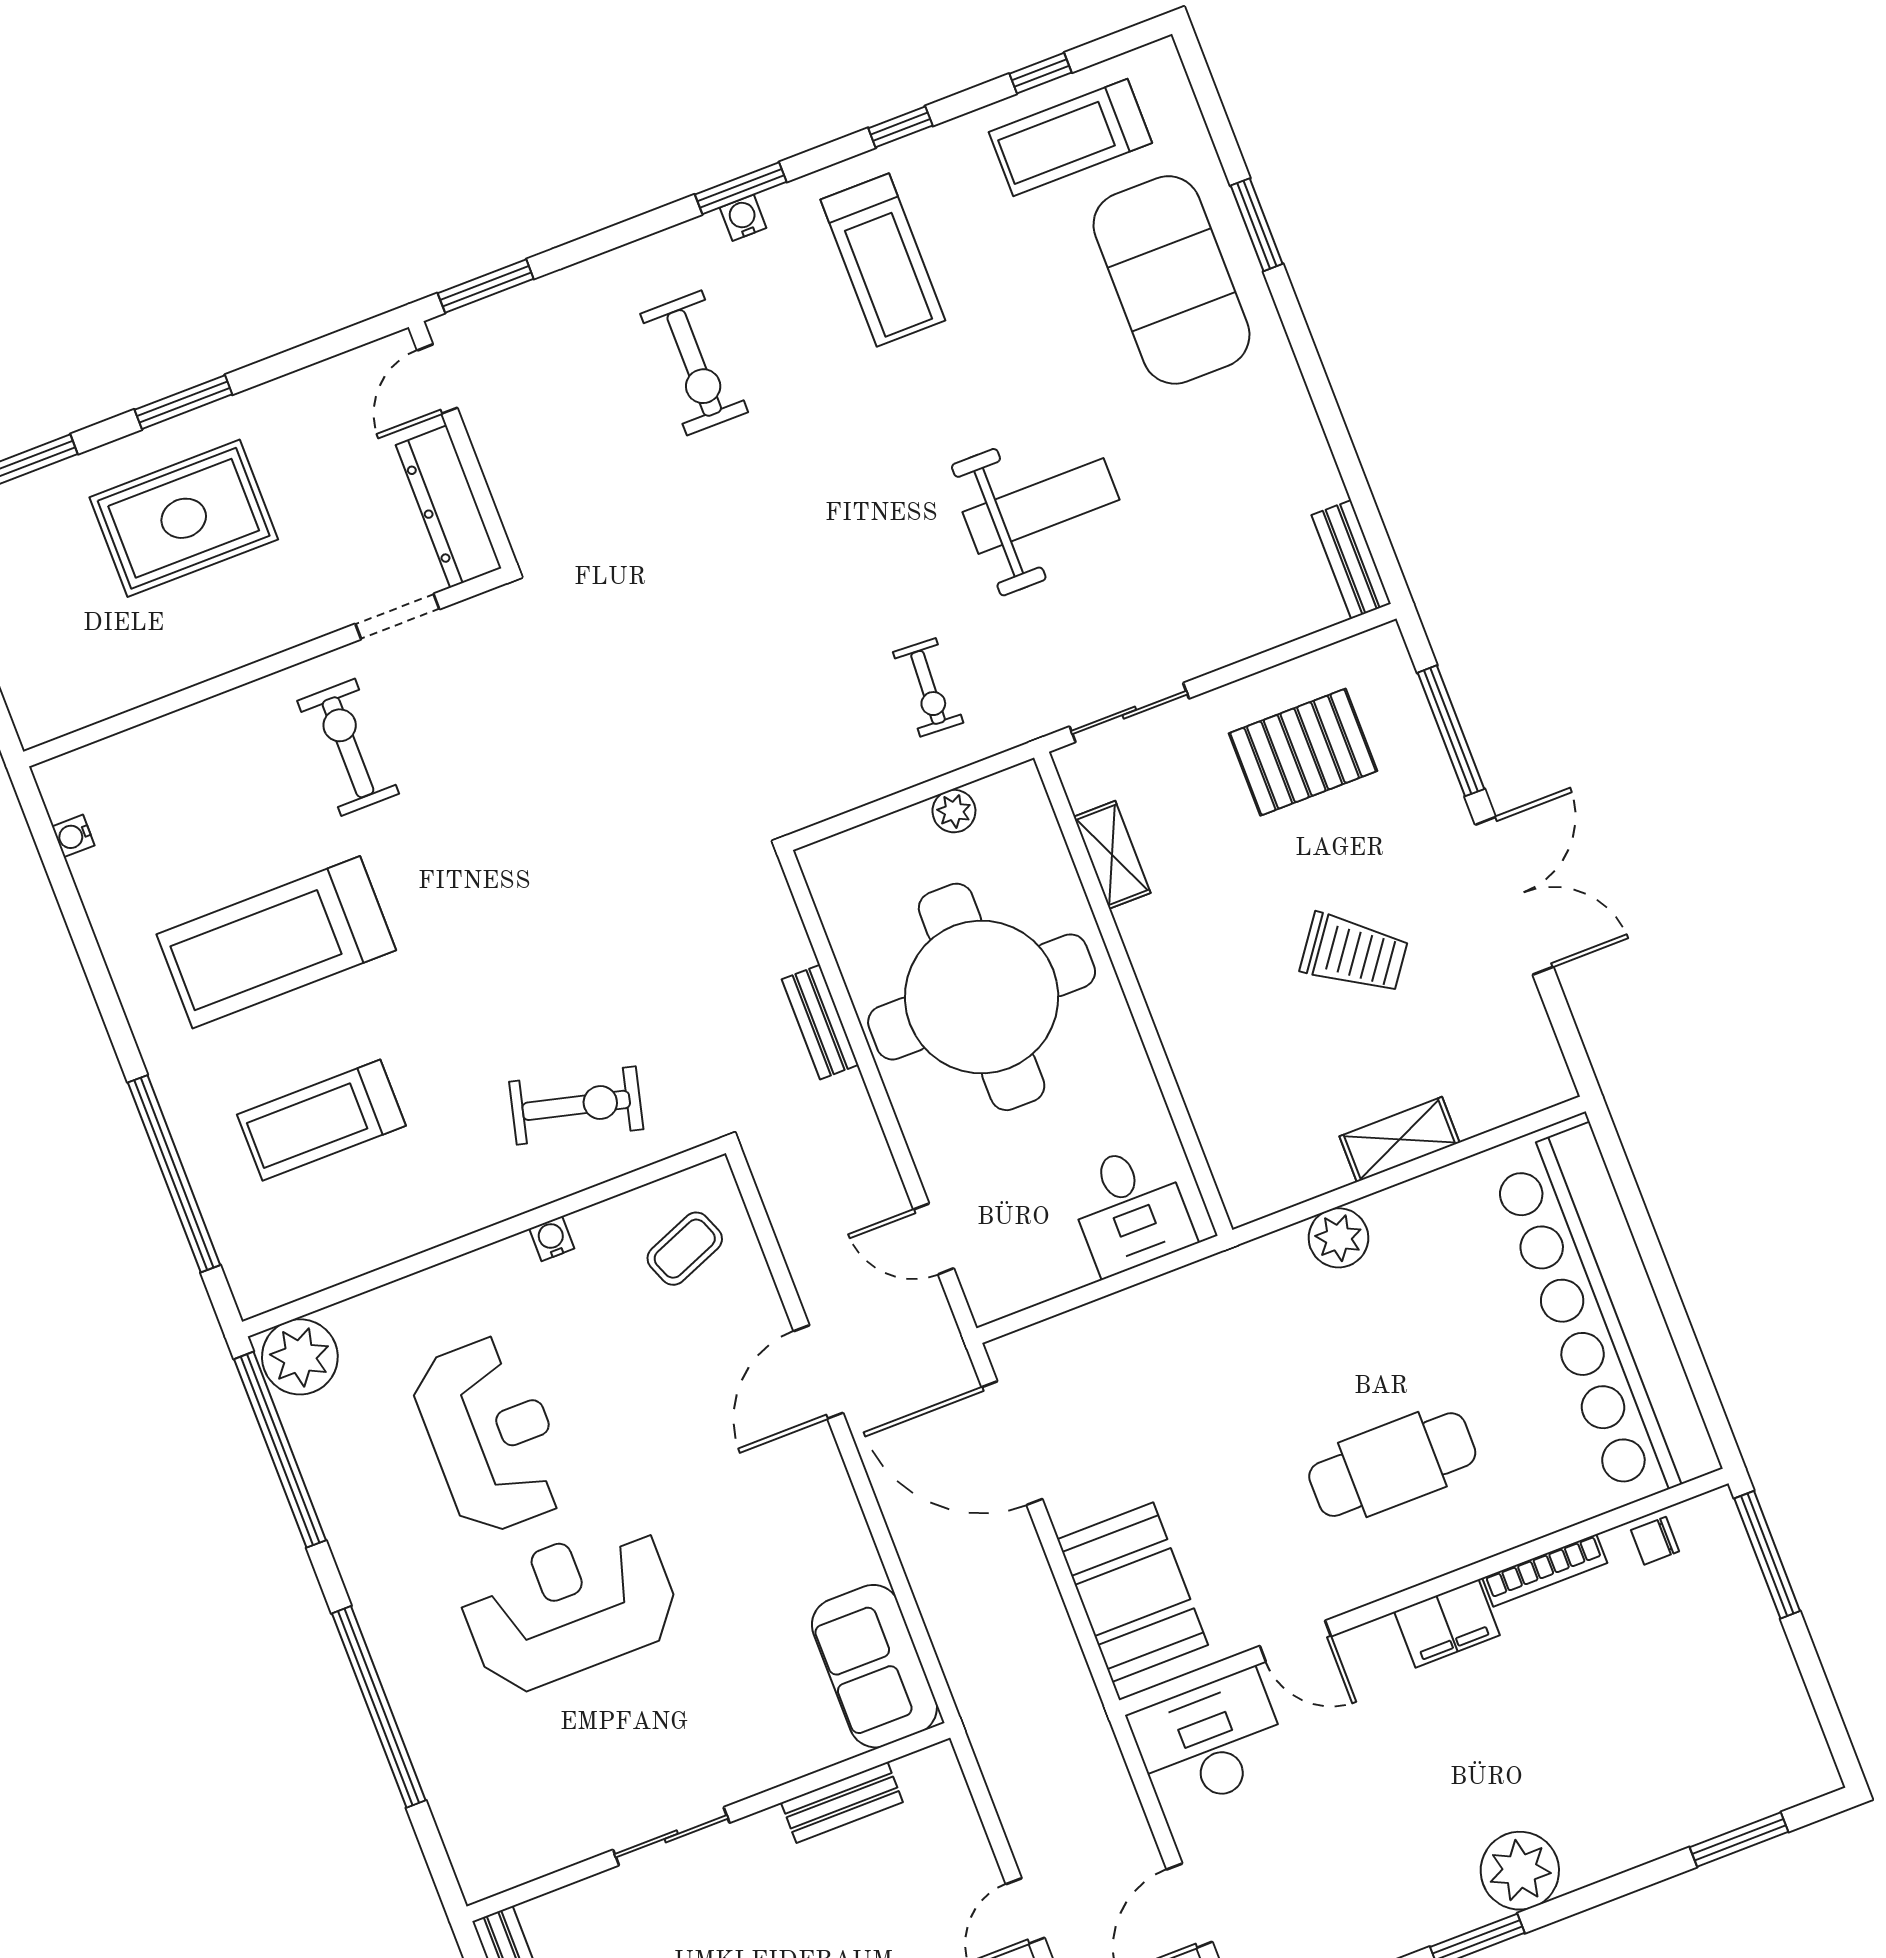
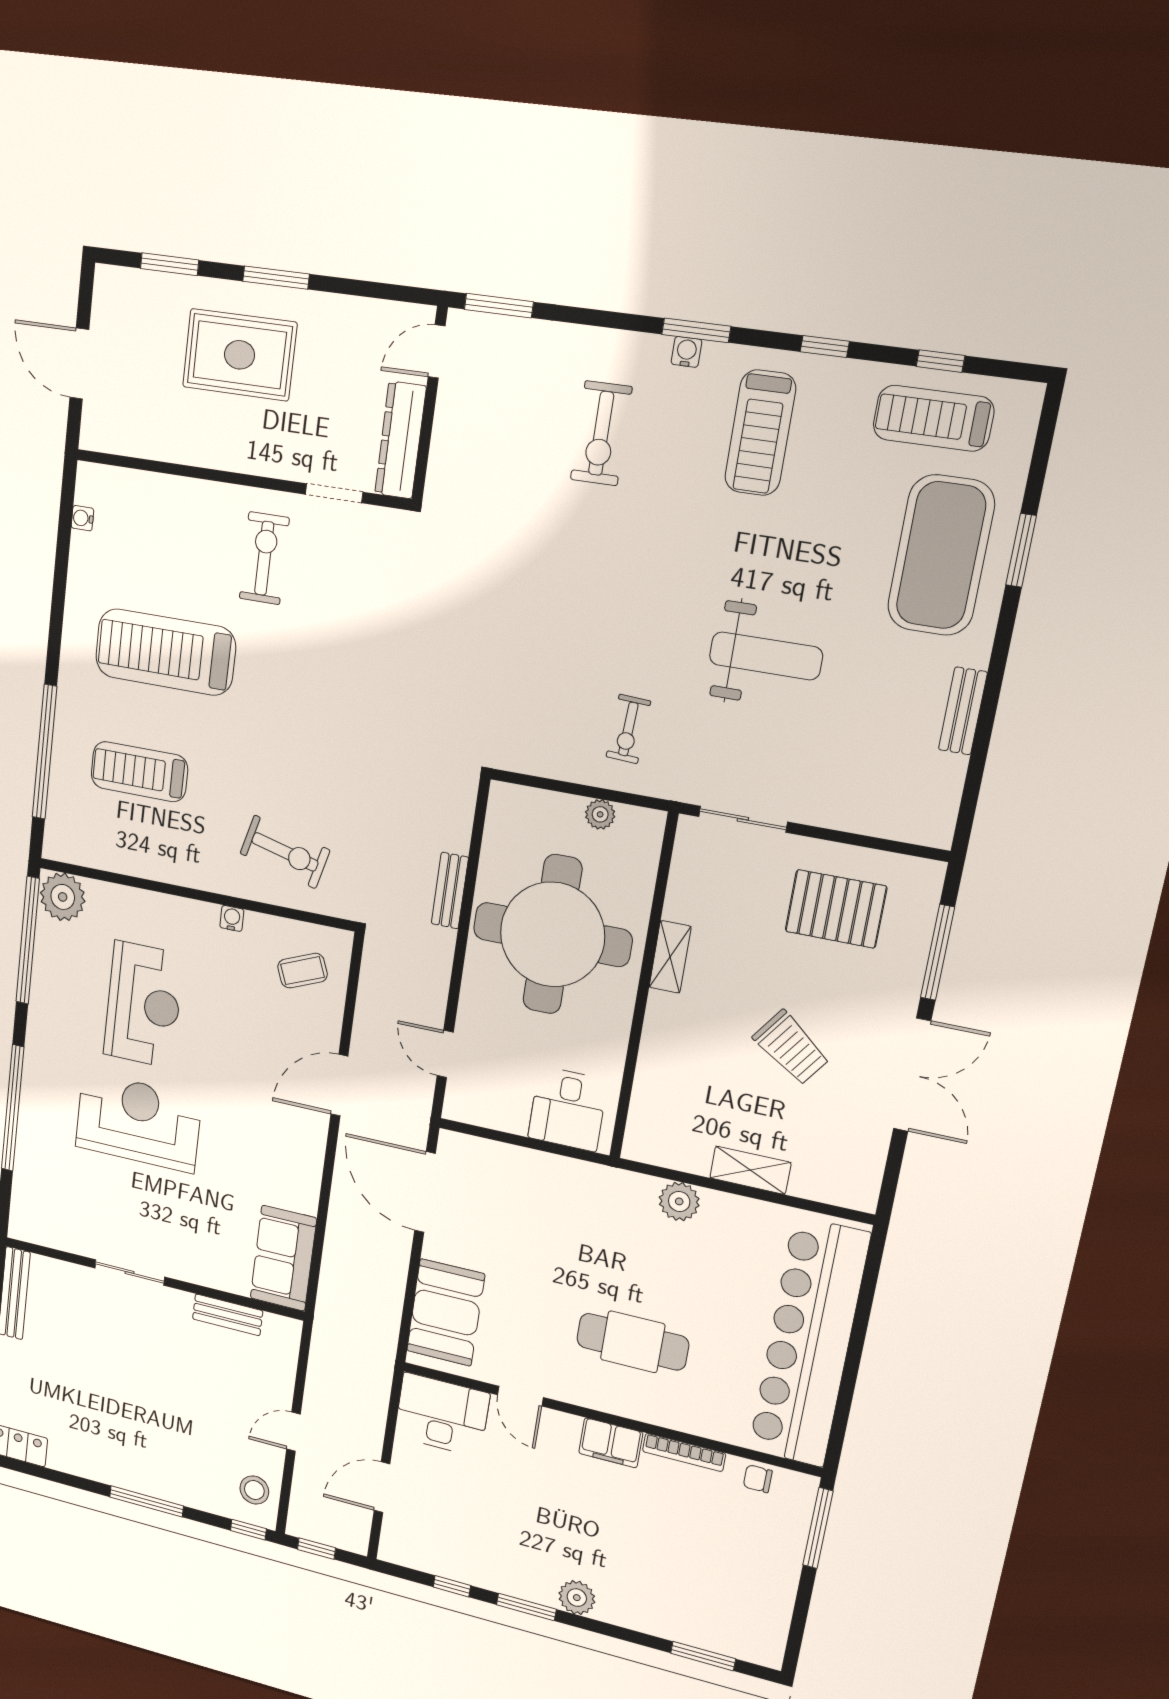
bench: (1351, 559) -> (963, 711), moved
shelving: (1112, 855) -> (670, 957), moved
plant: (1520, 1871) -> (577, 1598), width x0.73, depth x0.73

